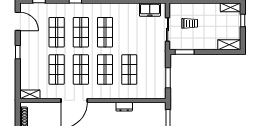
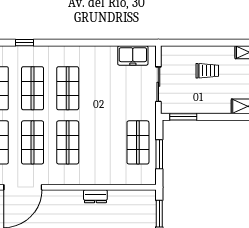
trolley: (190, 23) -> (207, 71), moved
shop shelf: (129, 70) -> (138, 142), moved

